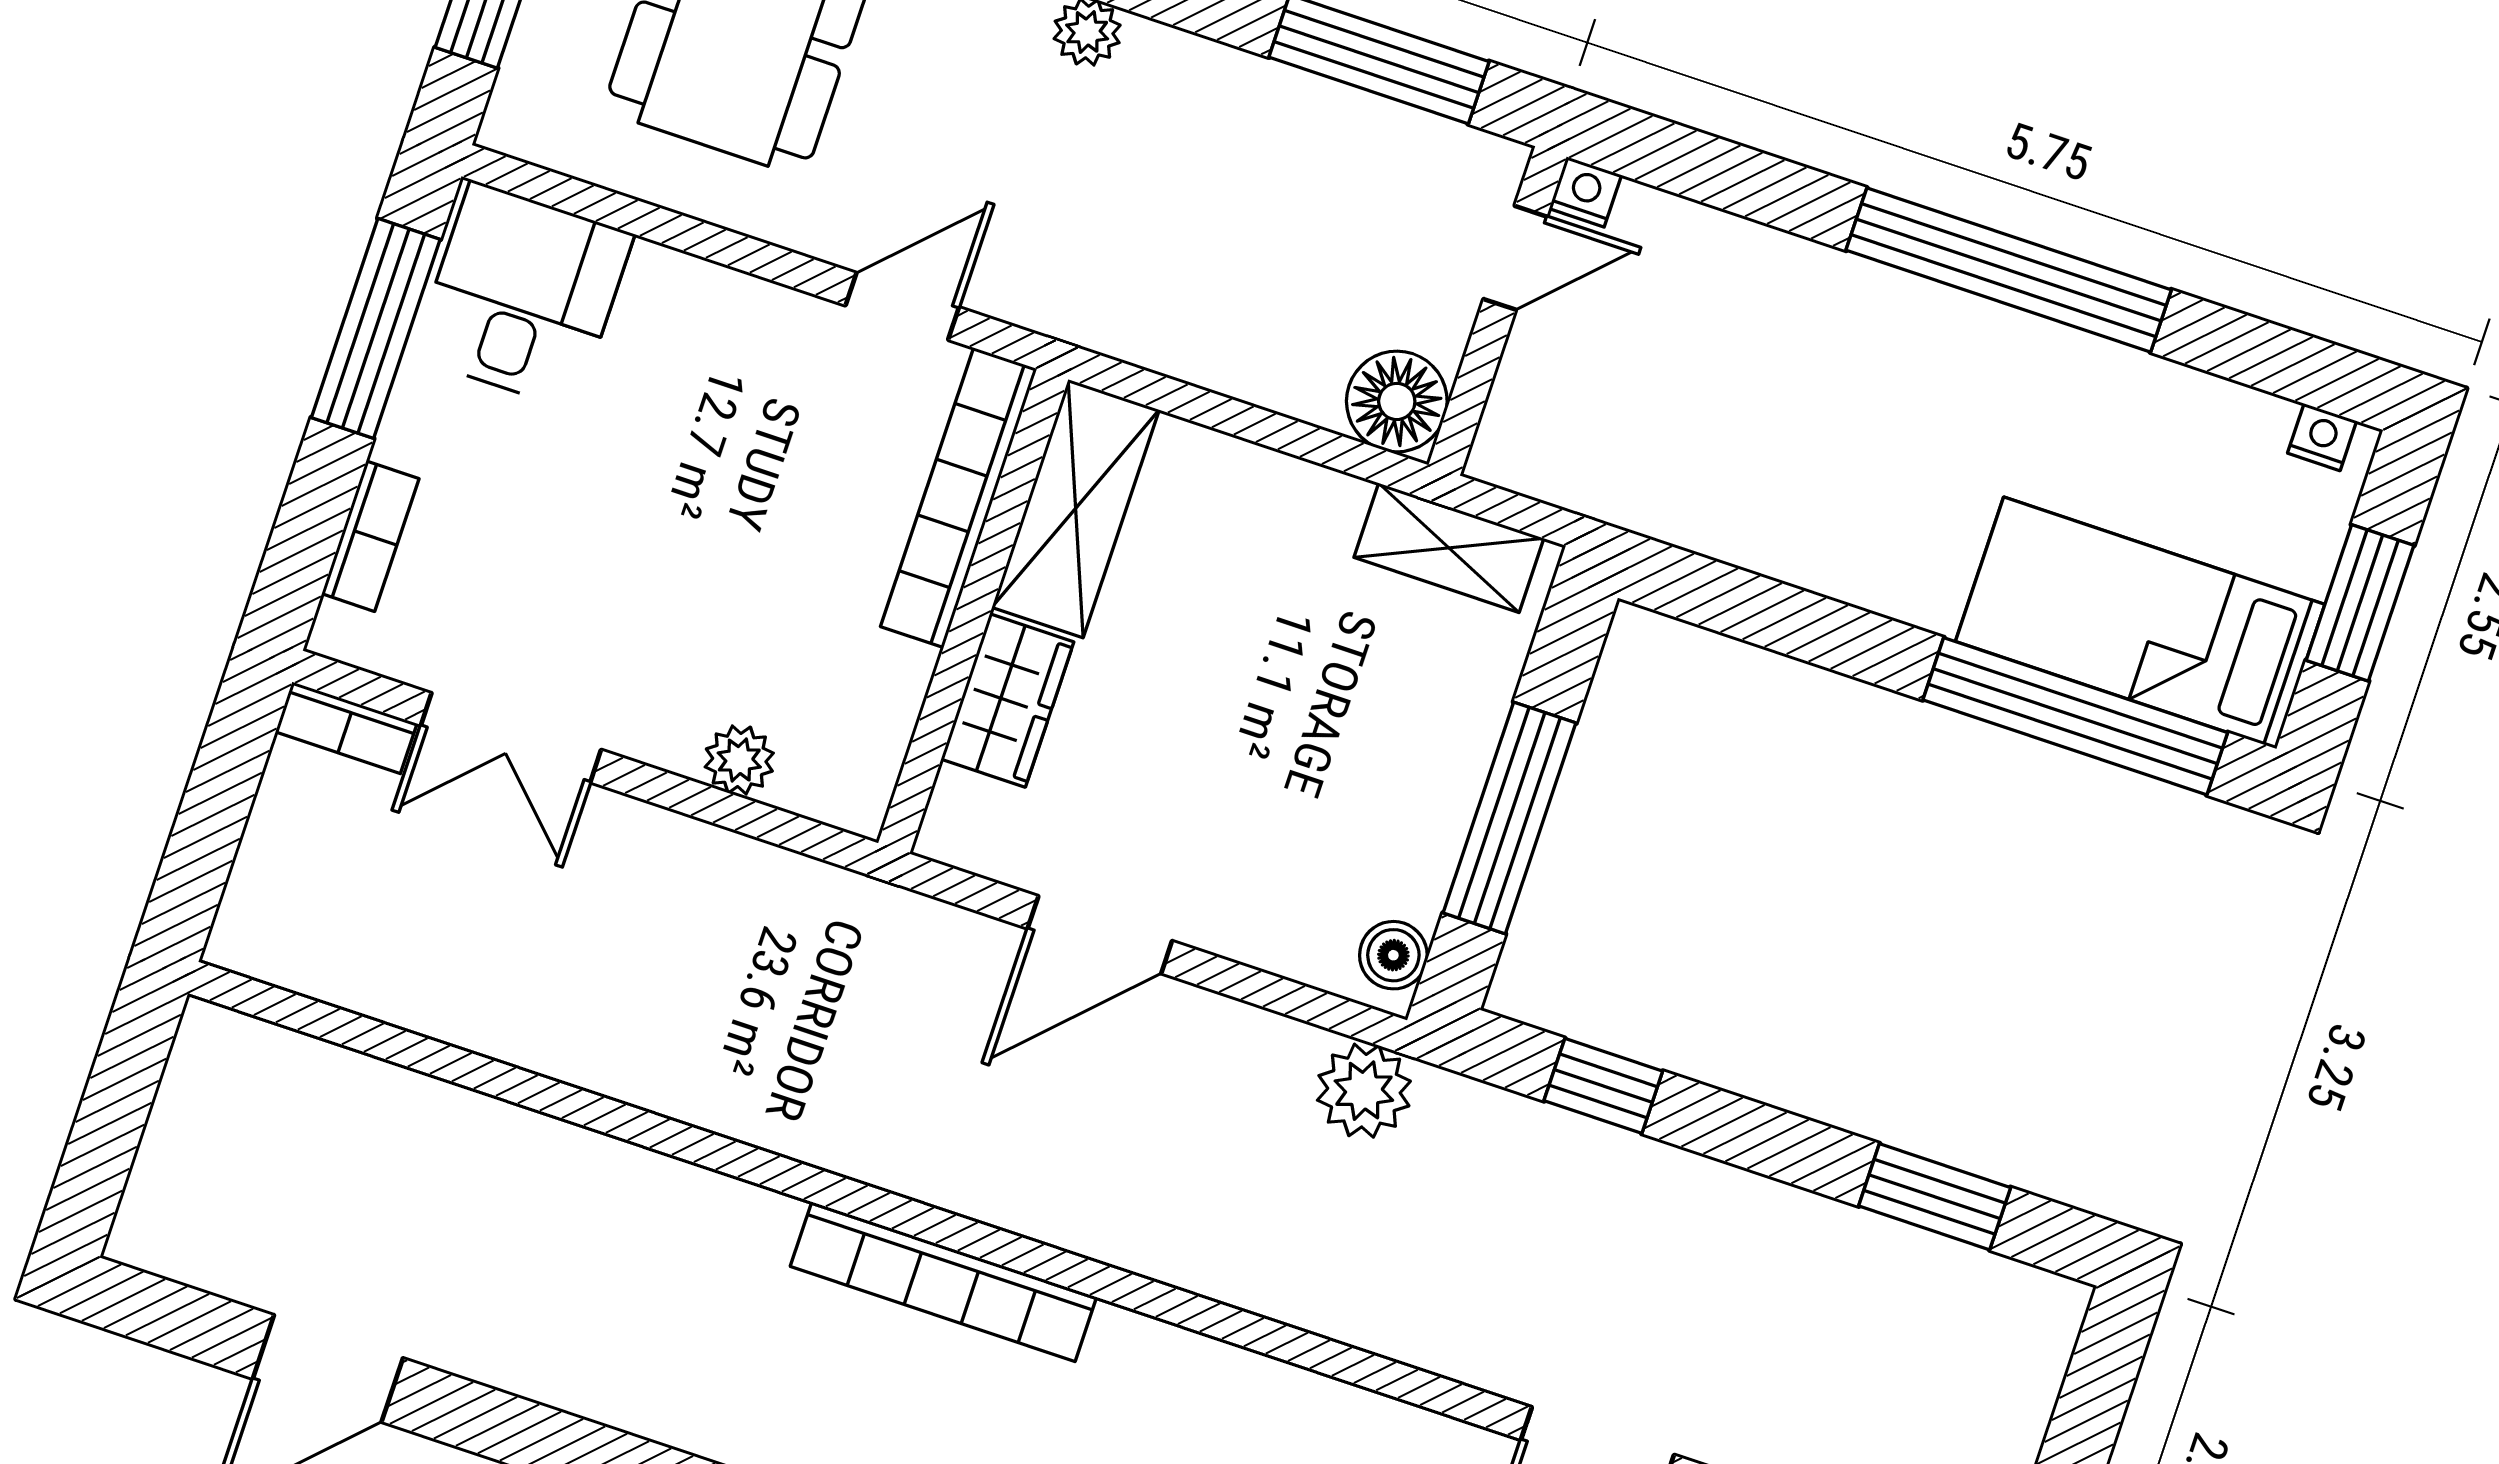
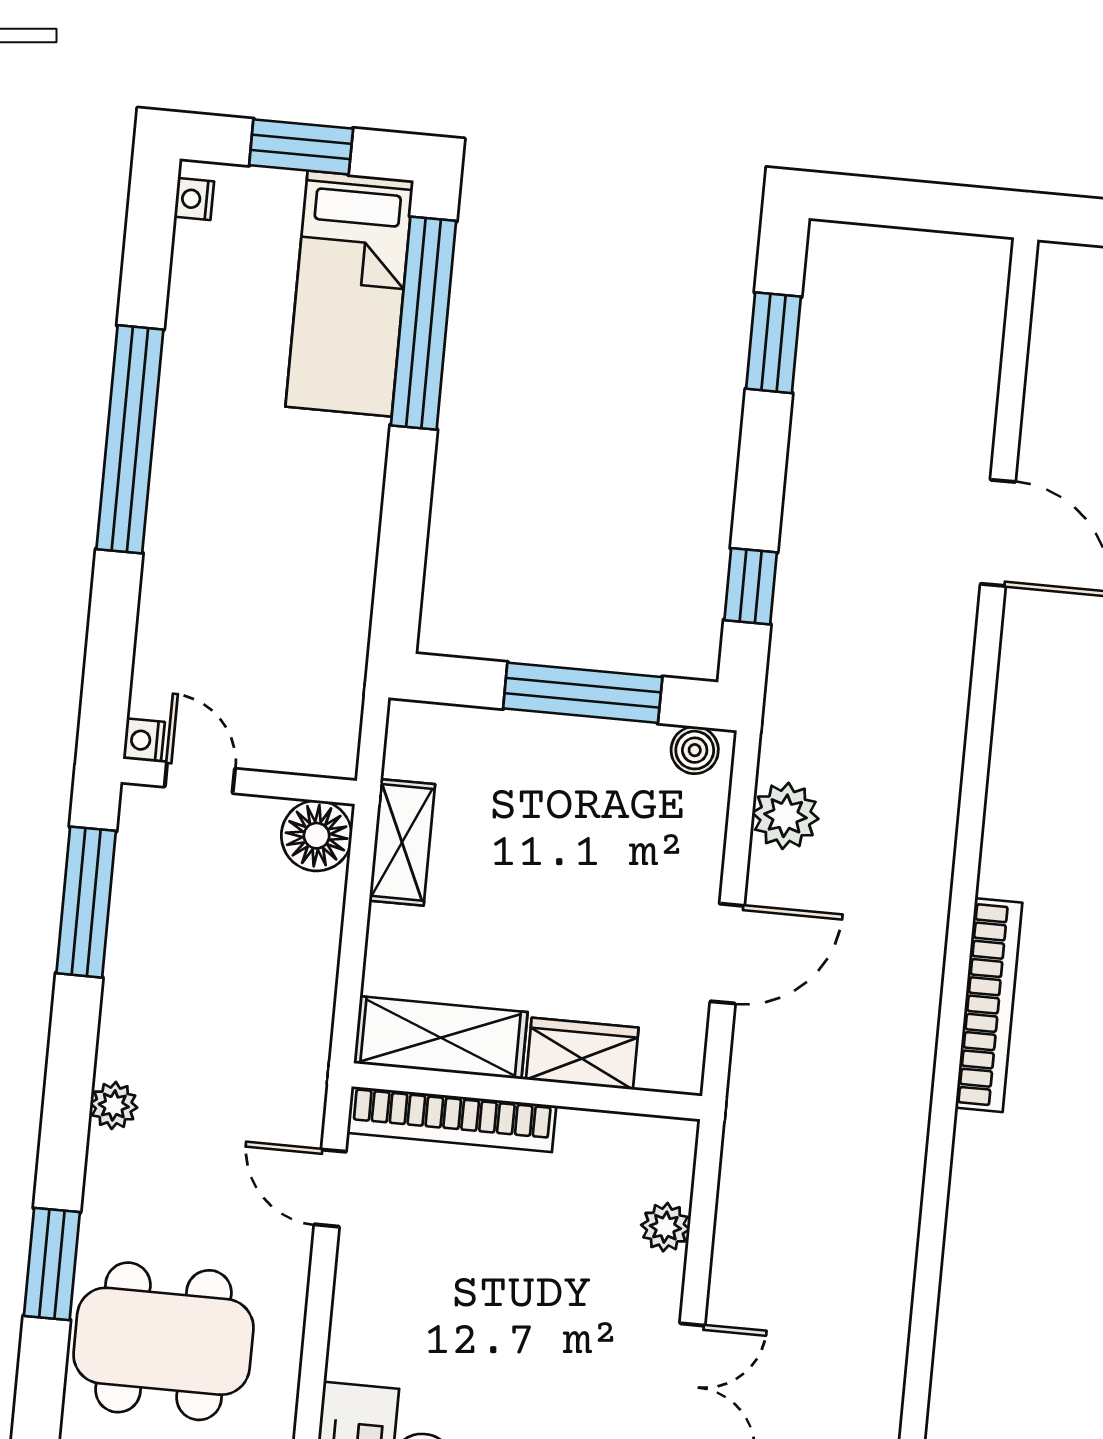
shelving: (1449, 548) -> (402, 842), moved
door: (1100, 935) -> (727, 954), hinge flipped
plant: (1364, 1091) -> (785, 816), moved

